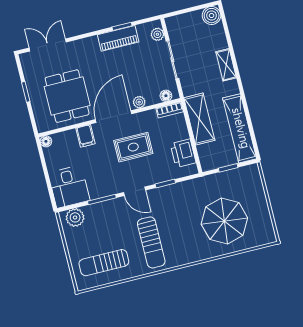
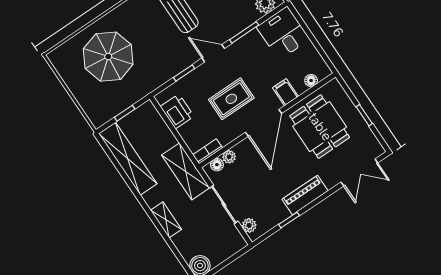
piano: (118, 38) -> (305, 195), moved
plant: (139, 102) -> (229, 157), moved
shelving: (199, 119) -> (186, 171), moved
floor lamp: (46, 141) -> (311, 81), moved

